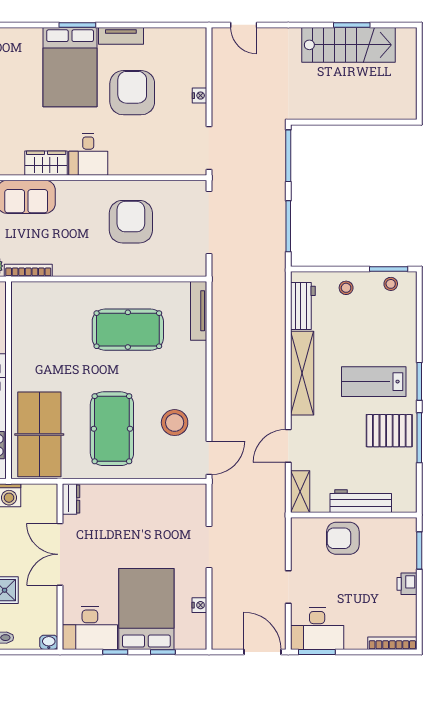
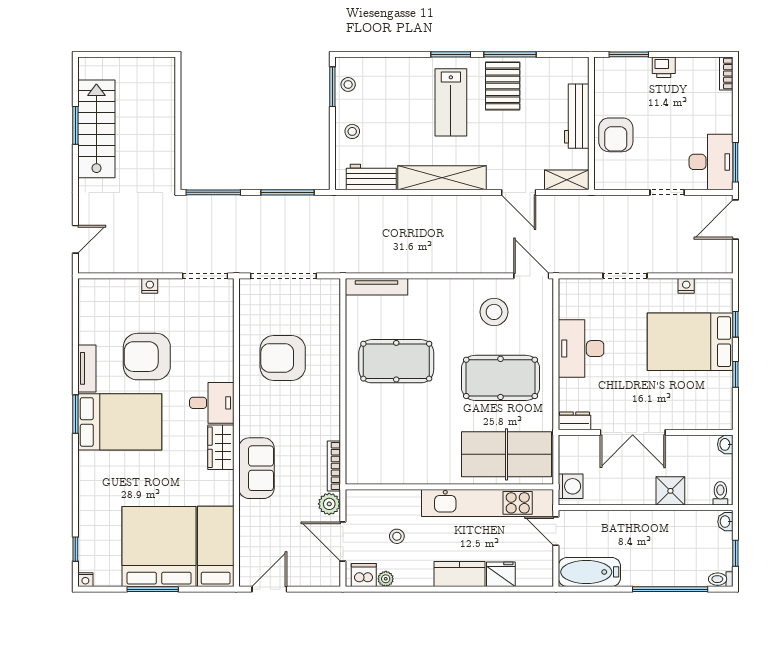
pool table: (128, 330) -> (396, 361), turned 90
desk: (90, 628) -> (581, 349), moved, turned 180
bookcase: (392, 643) -> (726, 73), width x0.64

